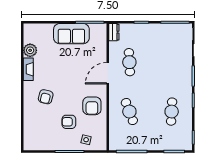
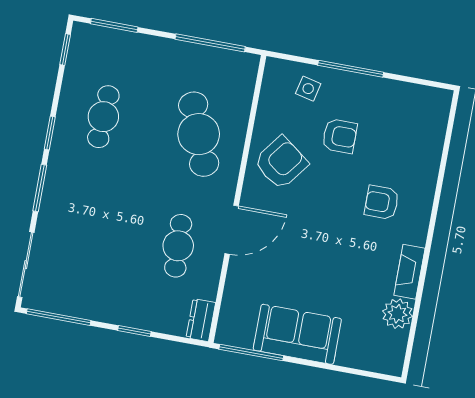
armchair: (46, 97) -> (382, 202), turned -104
armchair: (92, 106) -> (281, 163), turned 37
cafe table: (129, 112) -> (199, 134), width x1.37, depth x1.35

